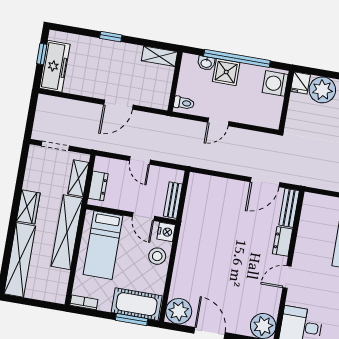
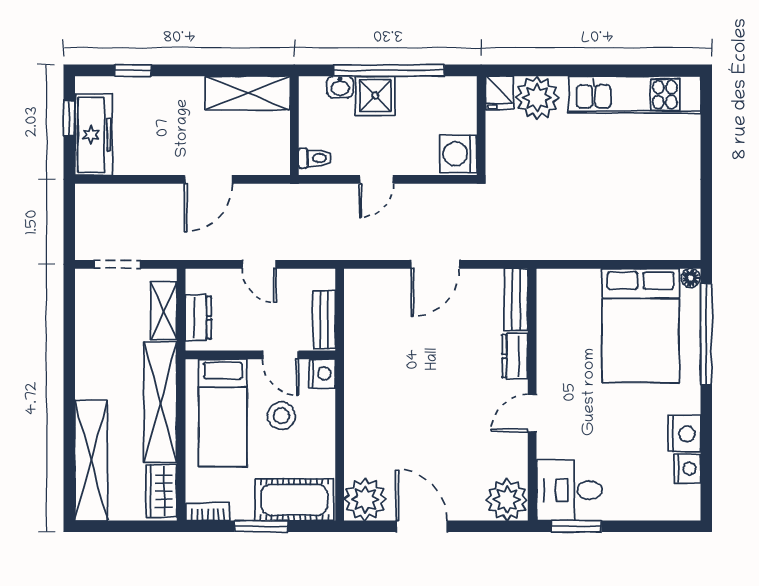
window: (111, 37) -> (133, 70), moved
shelving: (159, 56) -> (248, 93), width x1.50, depth x1.33
washing machine: (275, 83) -> (458, 154), moved
door: (265, 182) -> (435, 264), moved
wardrobe: (28, 207) -> (161, 491), moved, turned 180
stool: (157, 256) -> (281, 416), moved
window: (132, 320) -> (261, 526), moved

